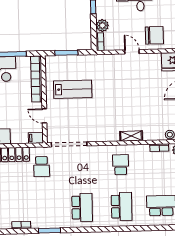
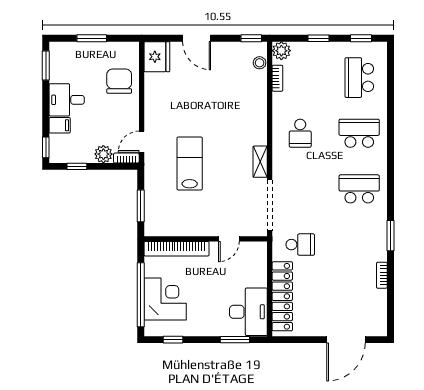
door: (132, 52) -> (142, 142), moved
lab bench: (73, 89) -> (190, 164), moved
shelving: (131, 136) -> (260, 162), moved
filing cabinet: (36, 138) -> (260, 252), removed
school desk: (121, 165) -> (300, 133), turned -90

